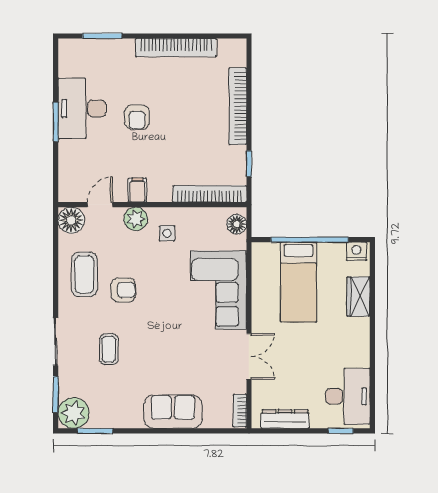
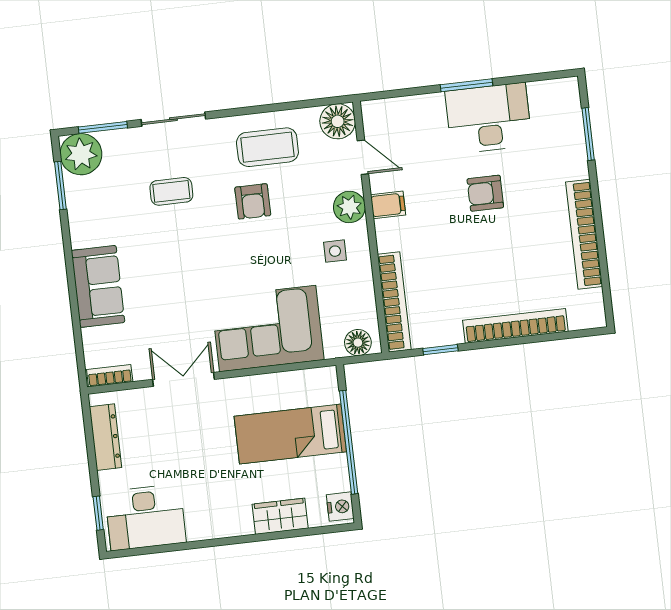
double door: (249, 356) -> (184, 379), swing flipped

